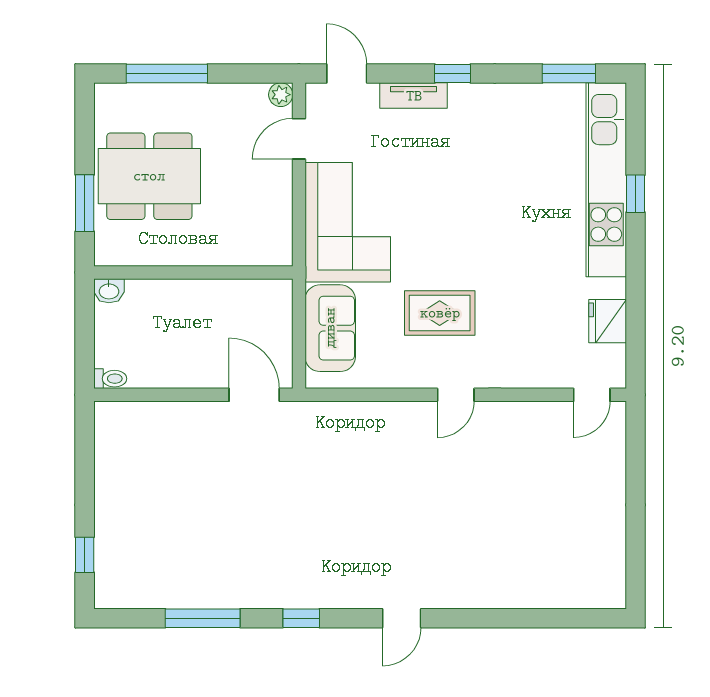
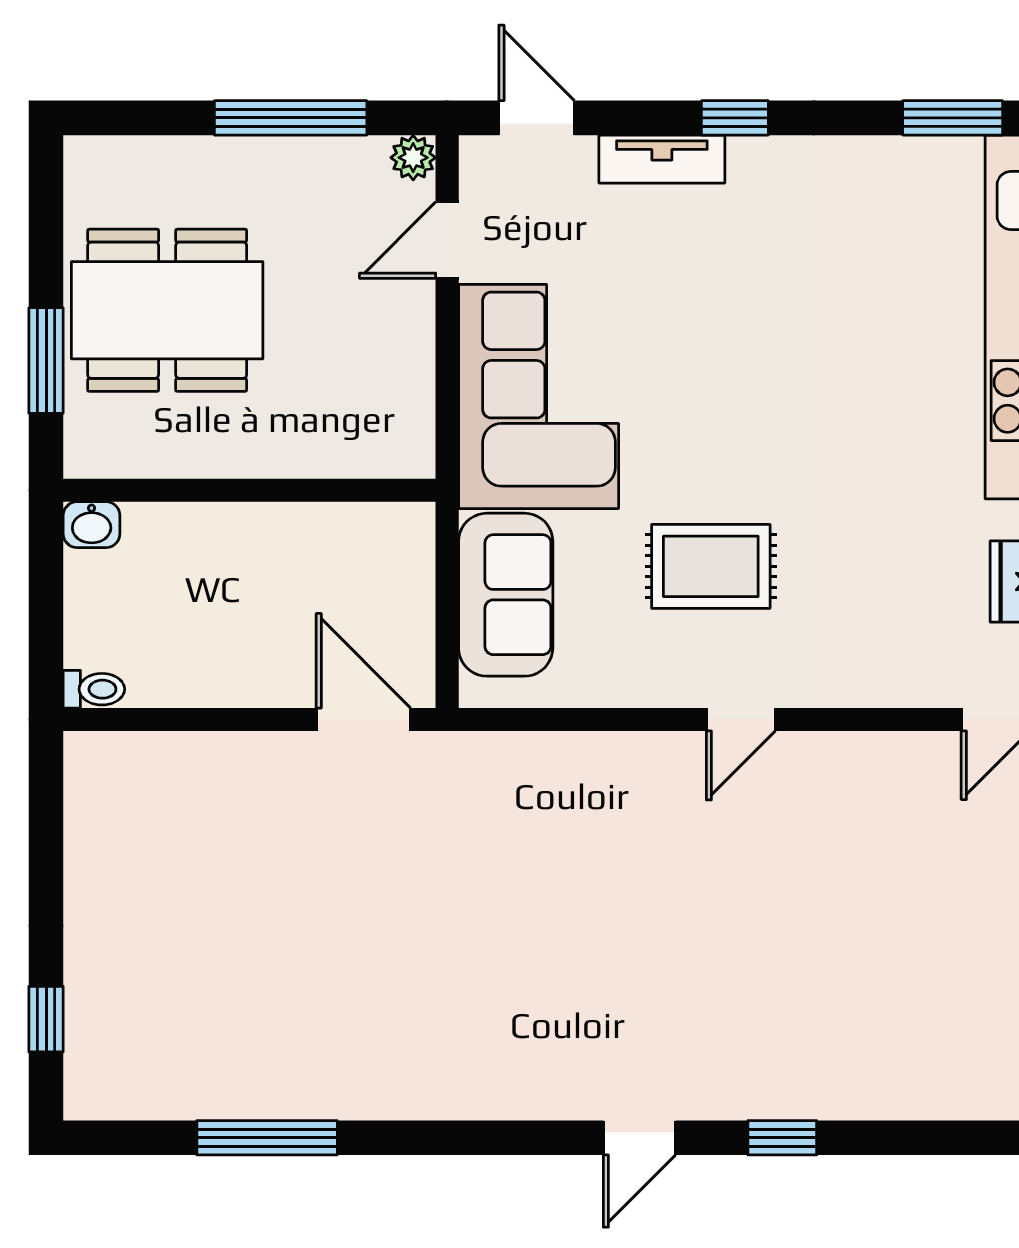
window: (167, 73) -> (291, 118), moved
window: (301, 618) -> (782, 1138), moved

